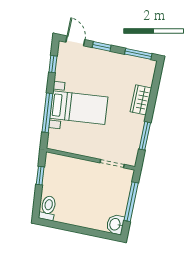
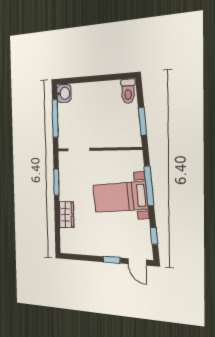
window: (138, 54) -> (78, 257), removed
window: (40, 176) -> (143, 121), width x1.50

